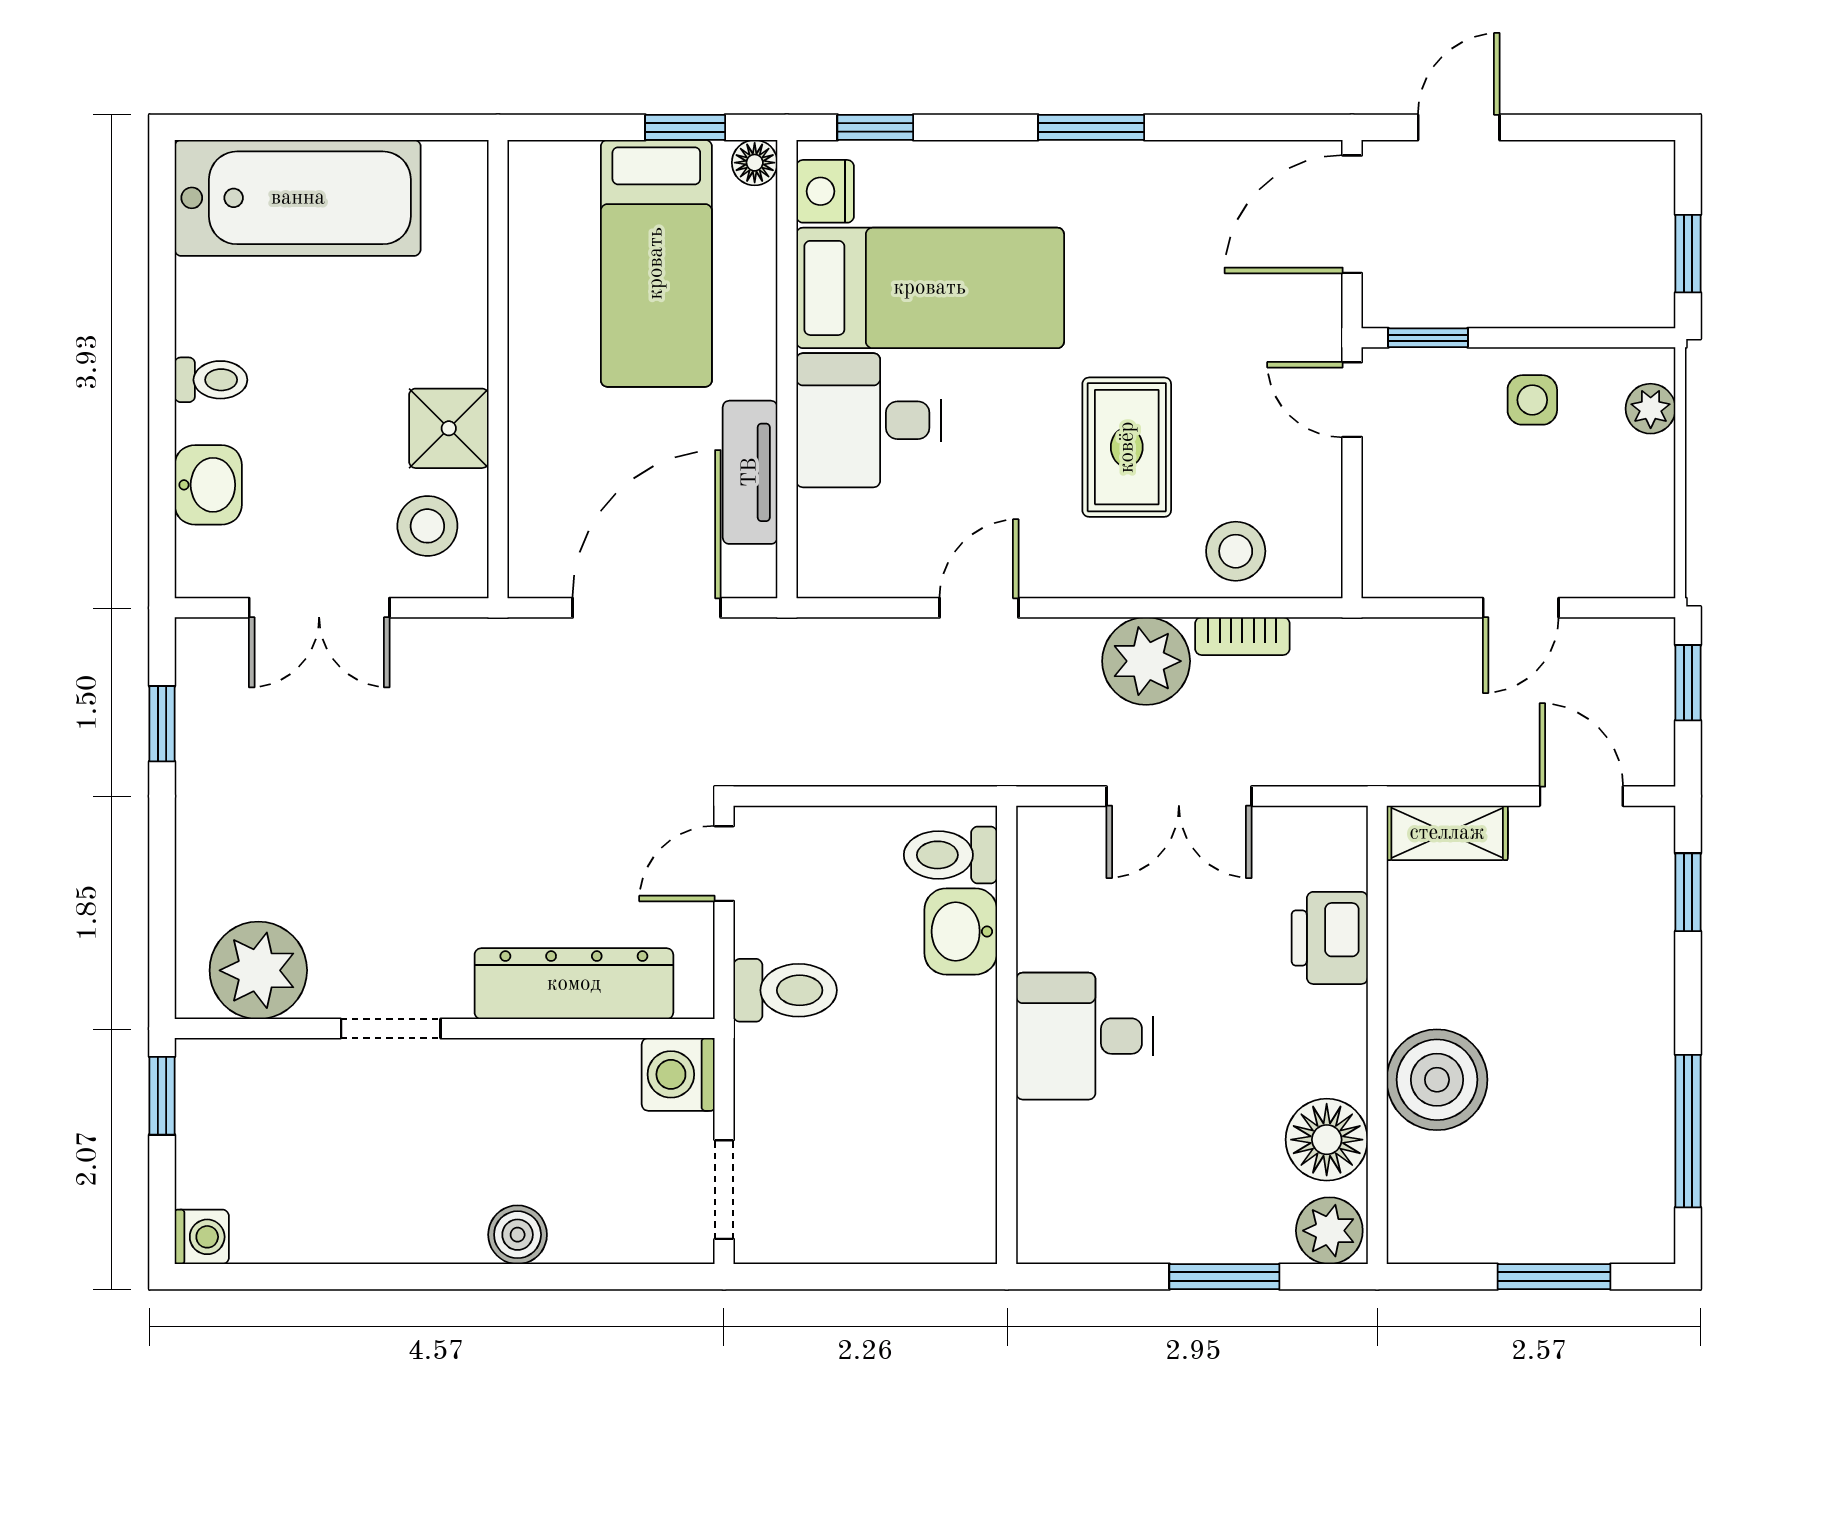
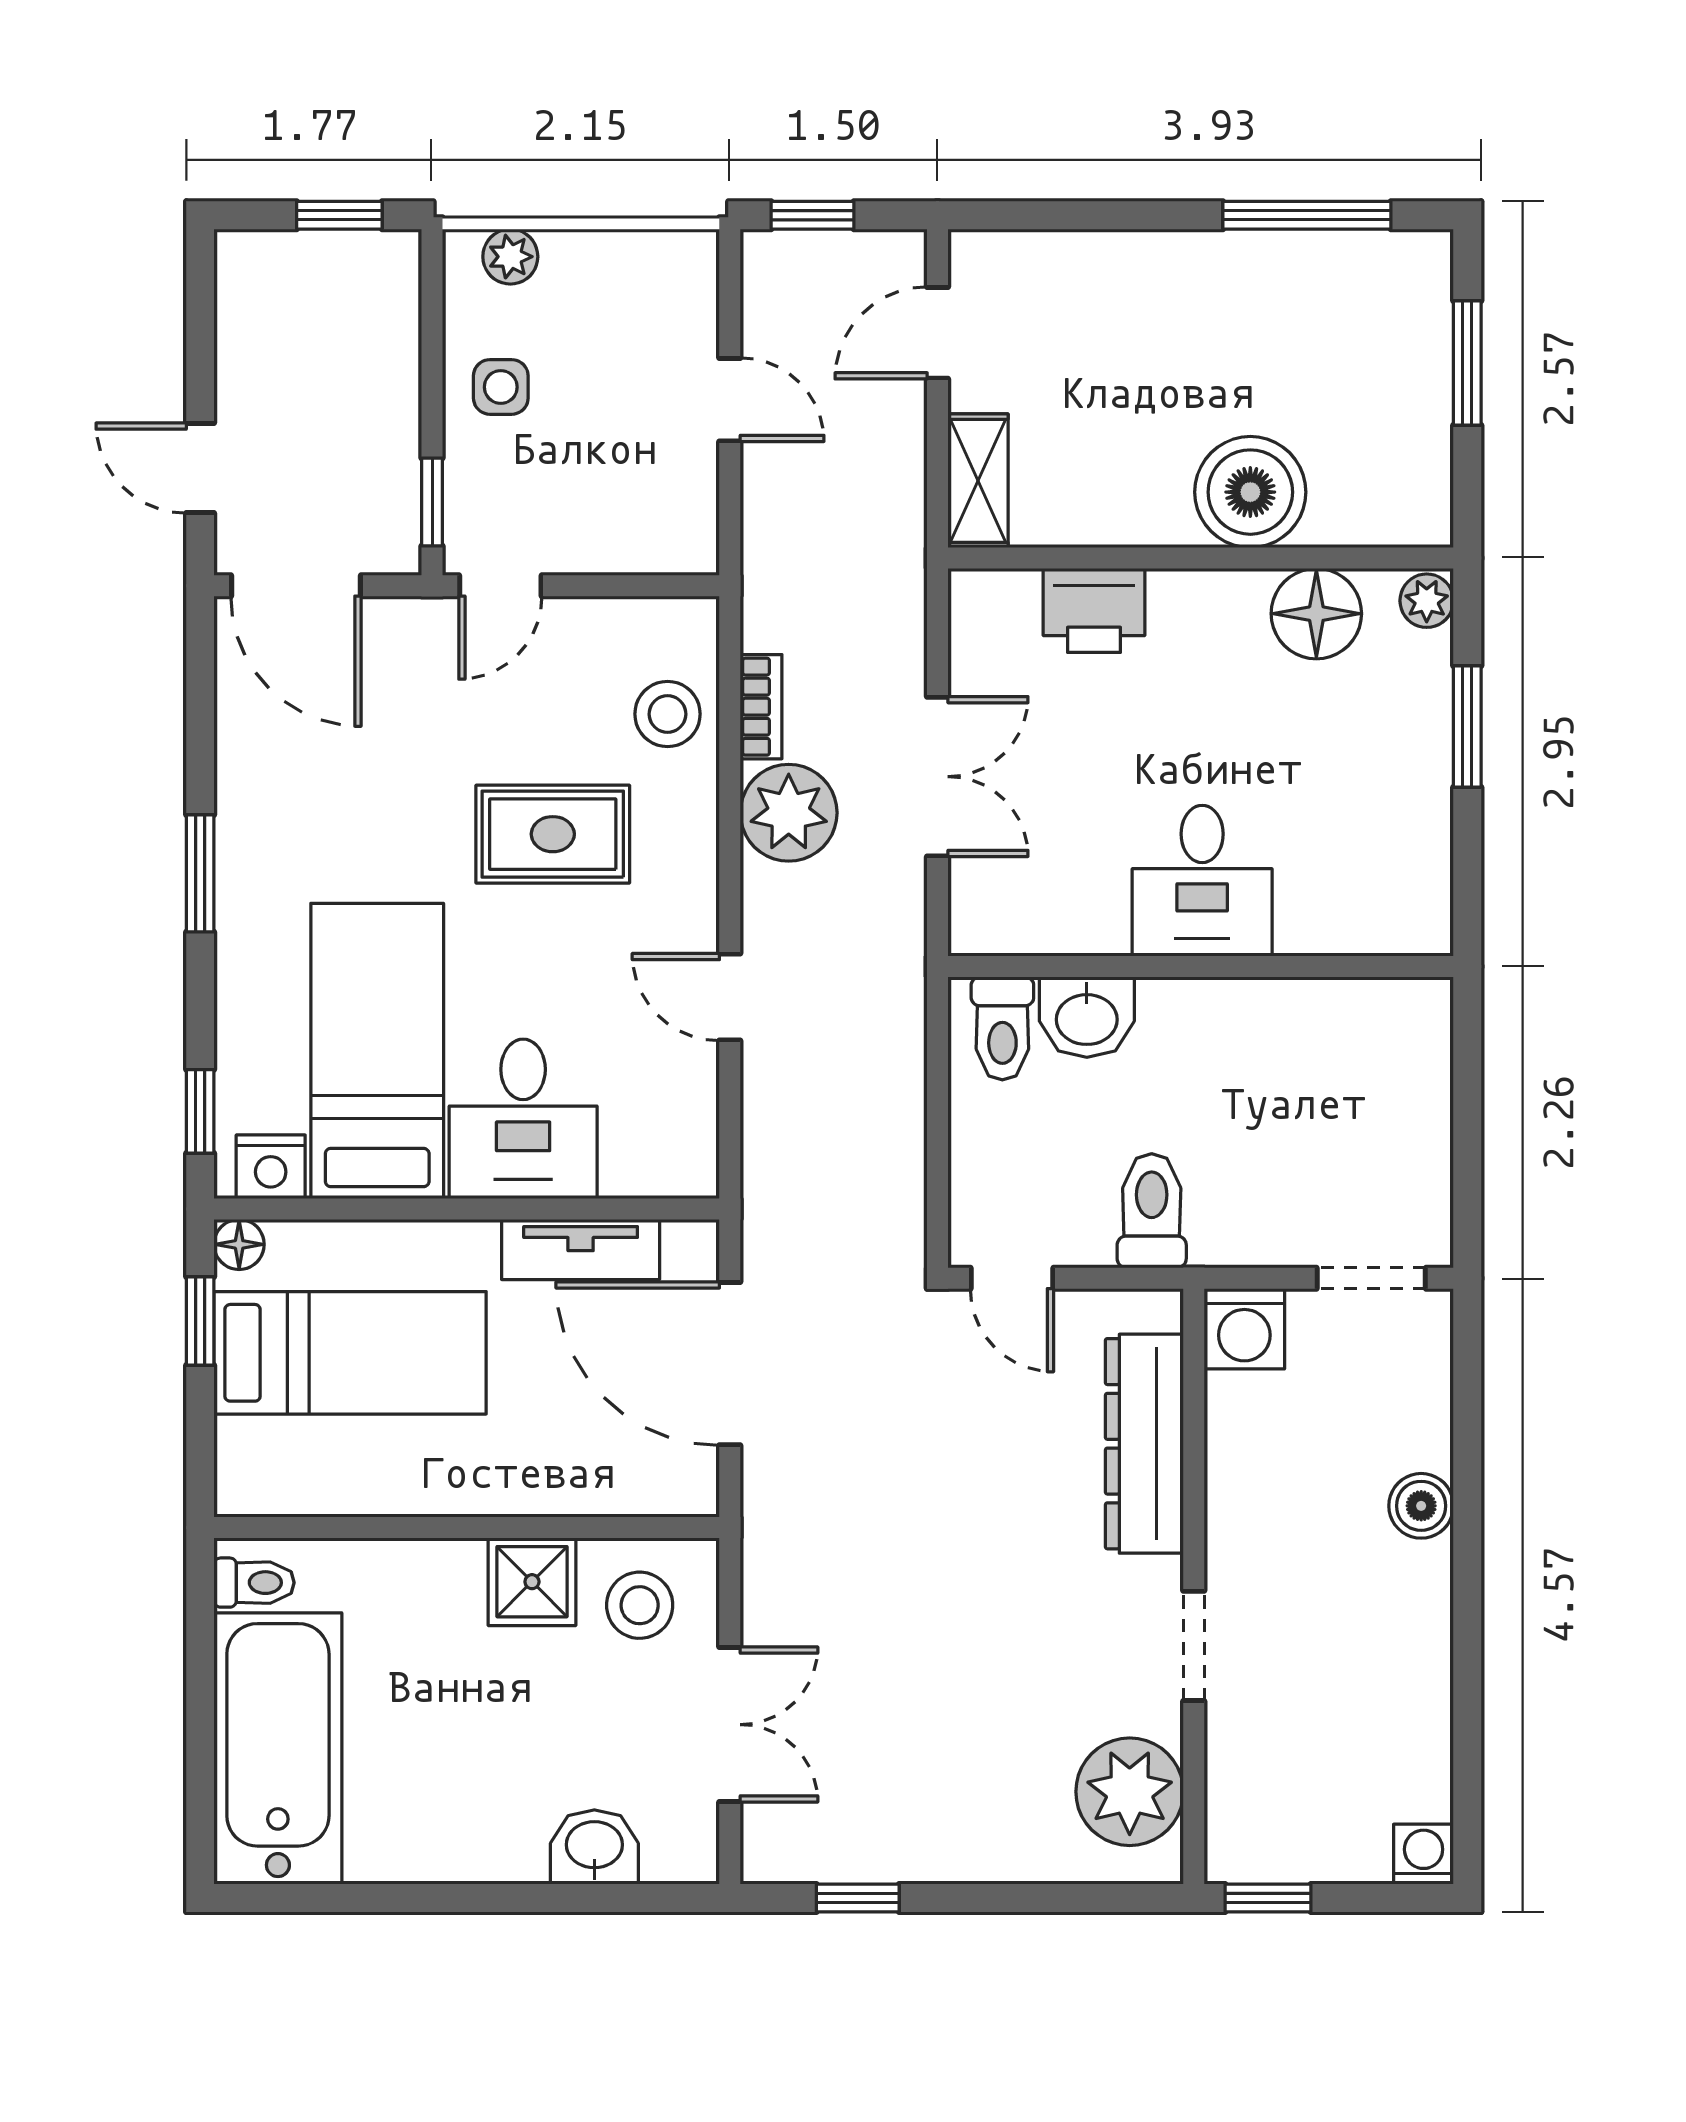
toilet: (211, 380) -> (254, 1583), moved, turned 90
window: (1688, 892) -> (1044, 215), removed
plant: (1329, 1231) -> (1427, 601), width x0.73, depth x0.73

